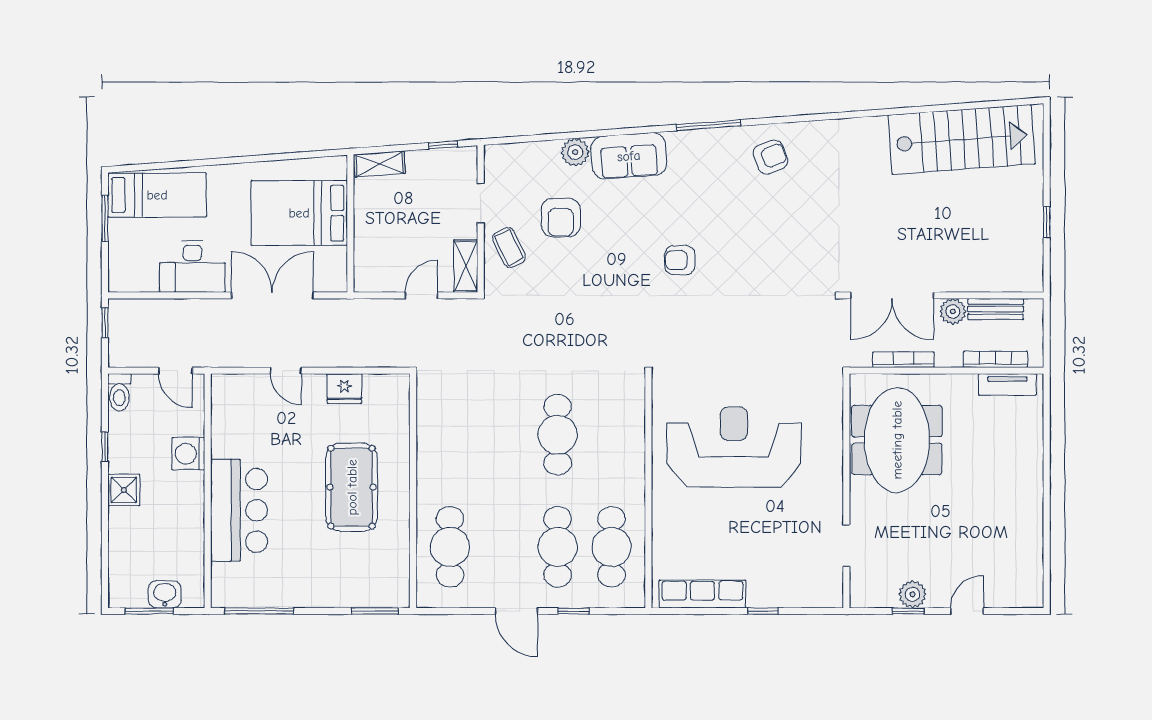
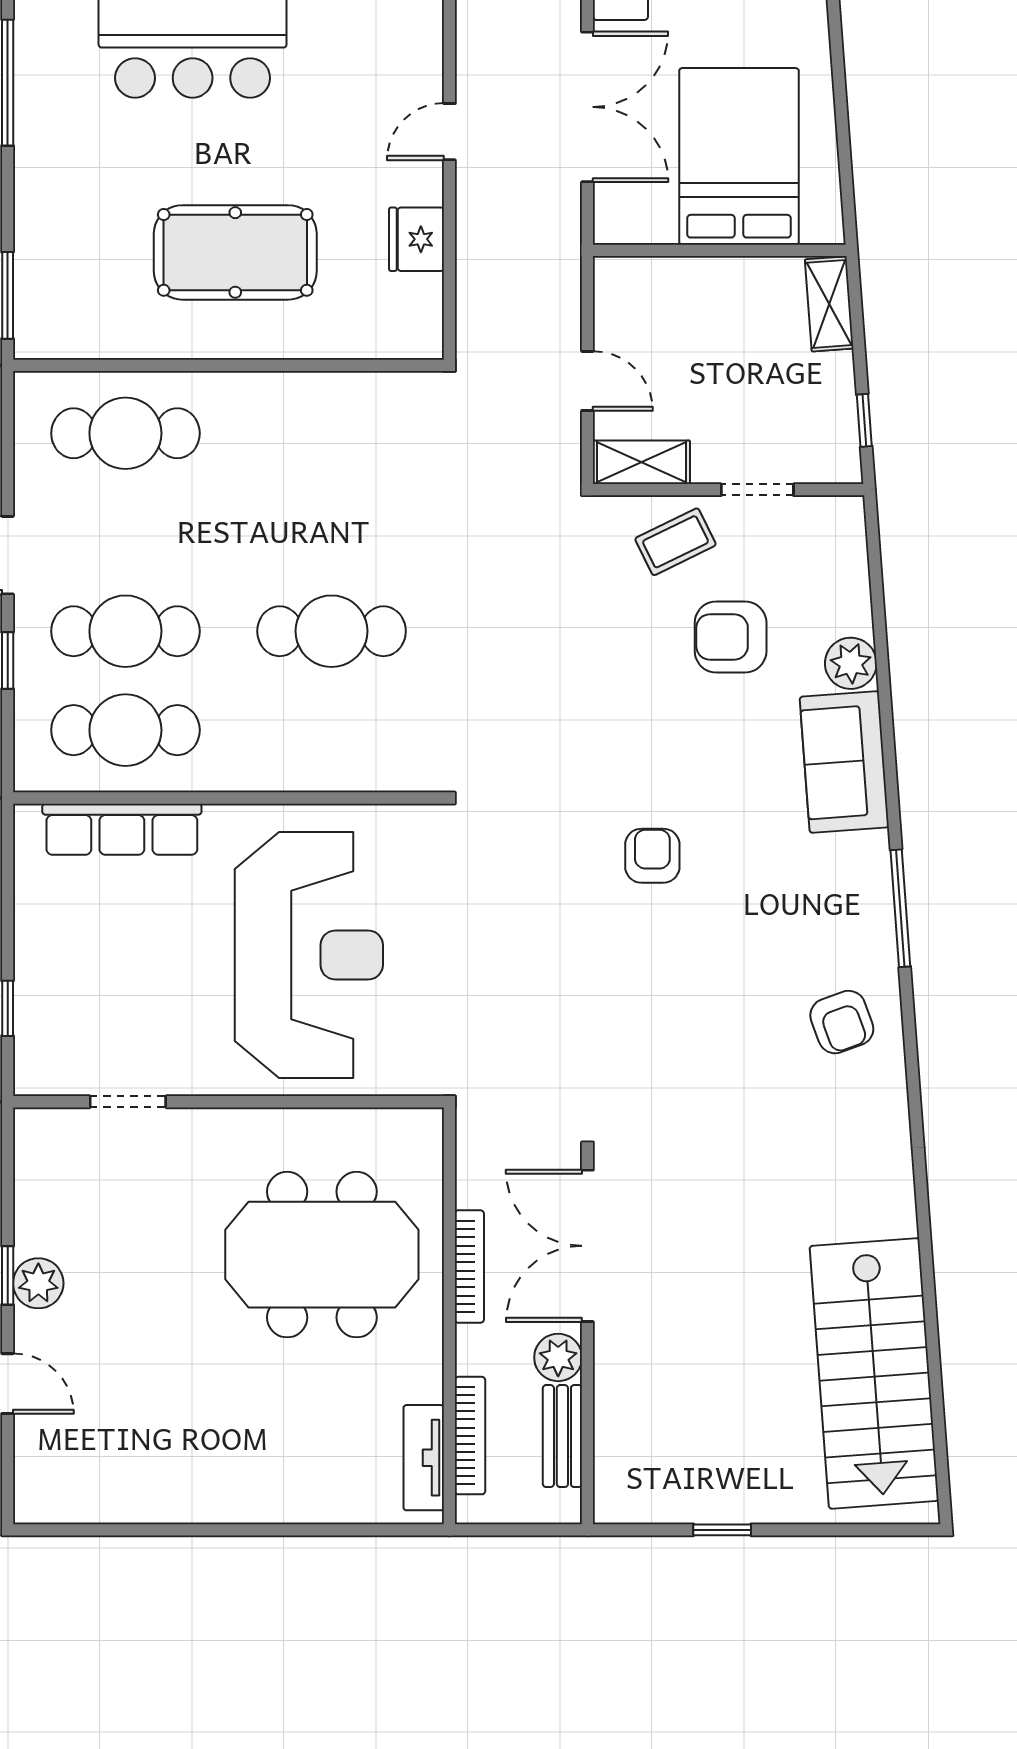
wall: (846, 491) -> (228, 1102), moved
doorway: (846, 546) -> (128, 1102), moved
row of seats: (703, 594) -> (122, 829), moved, turned 90

